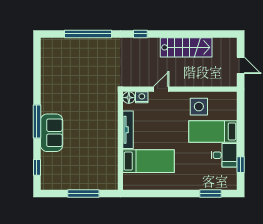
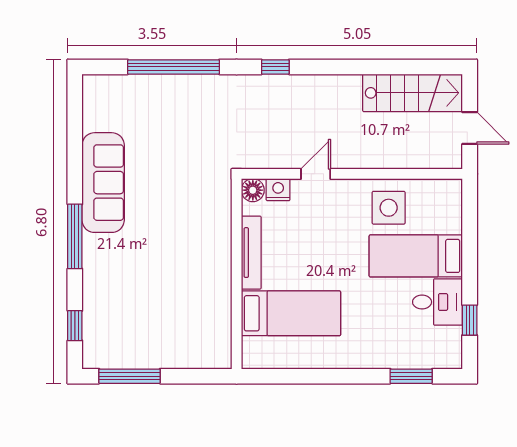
stairs: (186, 47) -> (413, 93), moved
sofa: (52, 133) -> (103, 183), moved, width x1.36
window: (83, 194) -> (130, 376), moved

